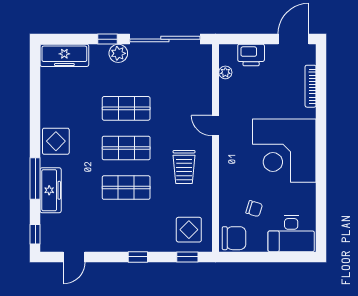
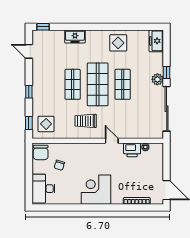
freezer: (64, 55) -> (156, 41), width x0.71
printer: (251, 55) -> (132, 150), moved, turned -90
door: (216, 126) -> (112, 141), hinge flipped
display table: (56, 141) -> (118, 43), moved
shop shelf: (126, 148) -> (98, 84), width x1.43, depth x1.36
corner desk: (284, 151) -> (96, 190), width x0.74, depth x0.74
window: (35, 179) -> (78, 27), removed
freezer: (51, 190) -> (75, 37), width x0.71

